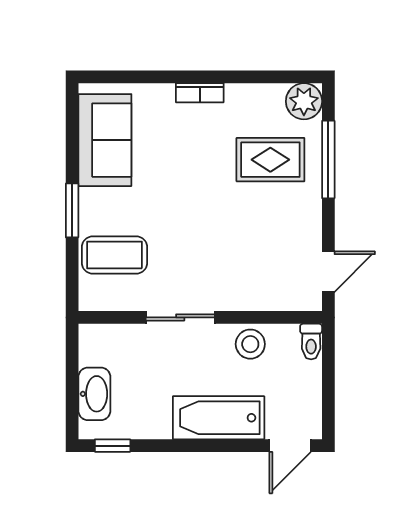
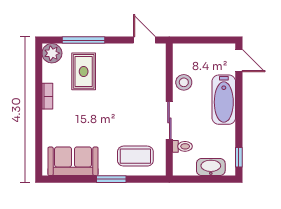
bookcase: (200, 93) -> (47, 96), moved
coffee table: (115, 255) -> (135, 156), turned 90
toilet: (311, 342) -> (182, 146), moved

